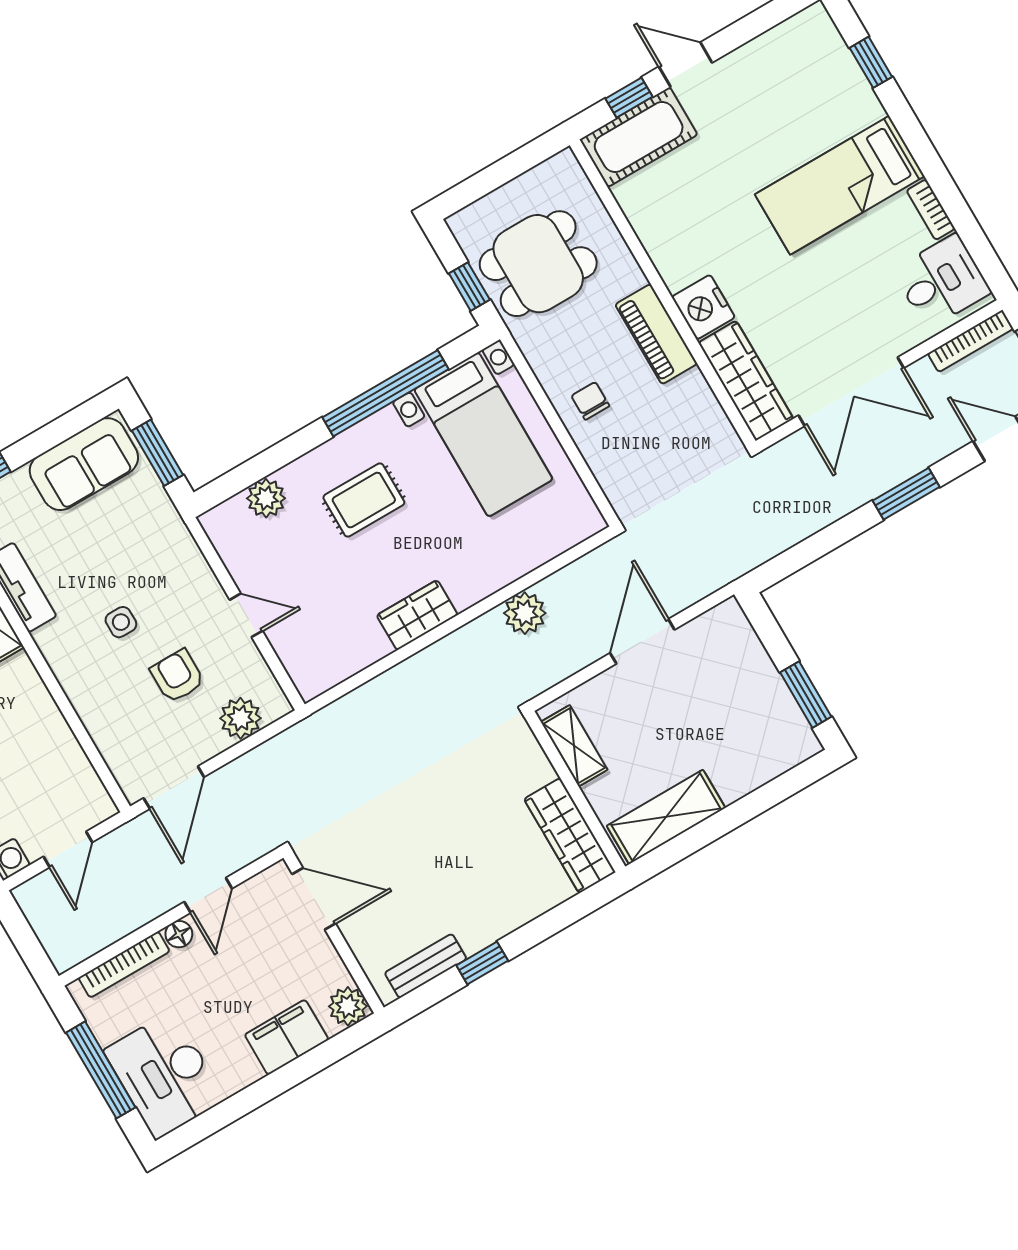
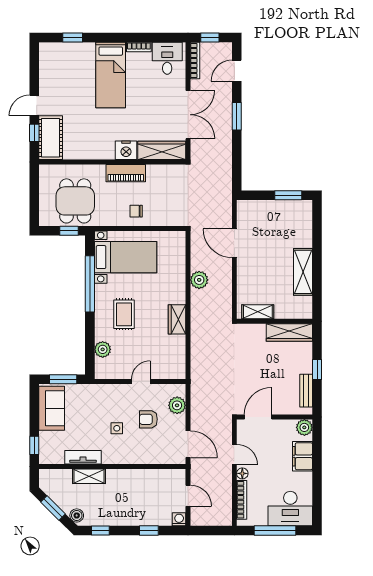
shelving: (574, 746) -> (258, 312), moved
wall: (575, 792) -> (275, 321), moved
wardrobe: (570, 836) -> (289, 332), moved

